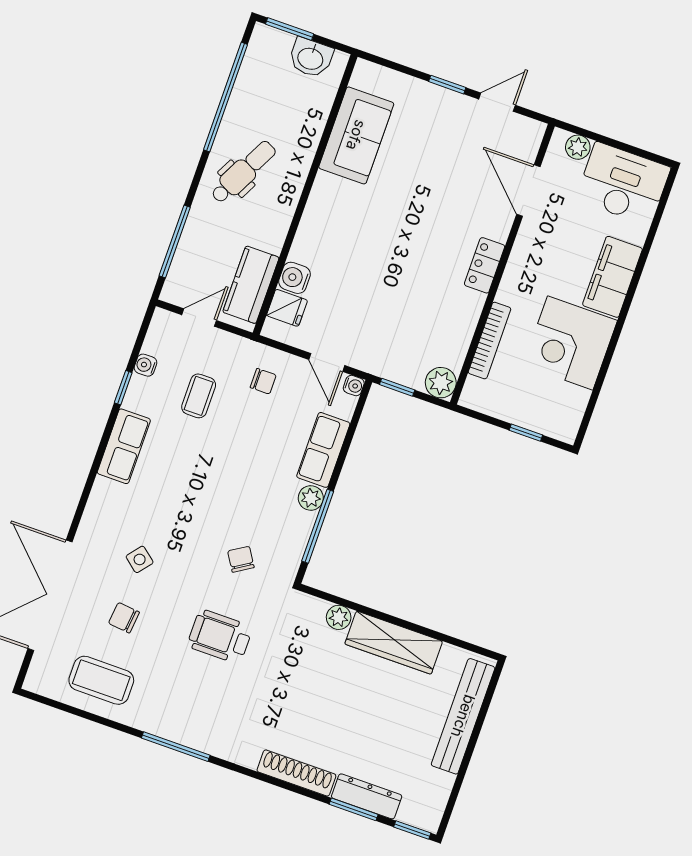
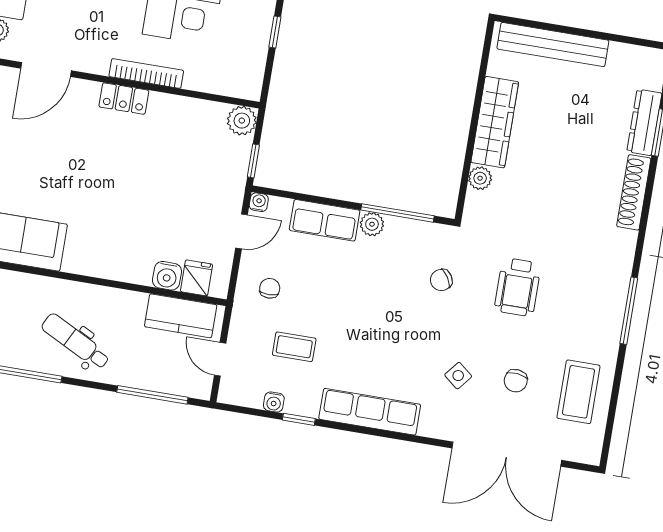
bookcase: (490, 341) -> (146, 73), moved
row of seats: (124, 446) -> (370, 412), width x1.48

